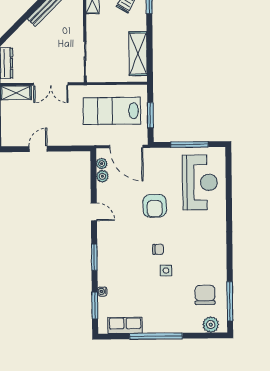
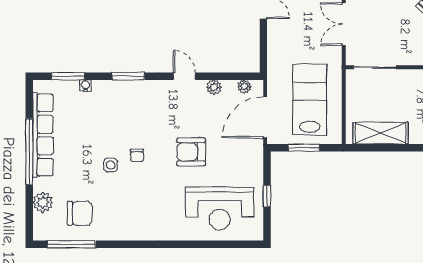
window: (189, 144) -> (267, 196), width x0.46
plant: (102, 176) -> (214, 87), moved
door: (94, 212) -> (184, 76), swing flipped
row of seats: (125, 325) -> (43, 135), width x2.02
plant: (211, 325) -> (43, 202), moved

